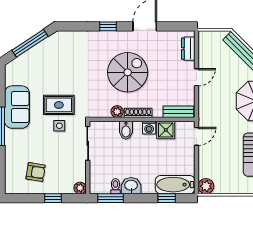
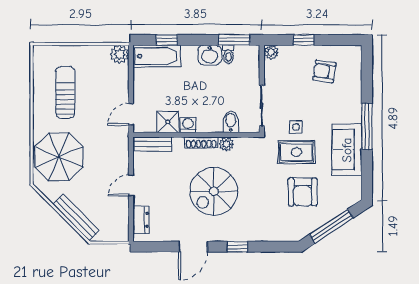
armchair: (54, 72) -> (303, 192), added
bidet: (126, 130) -> (231, 122), moved

